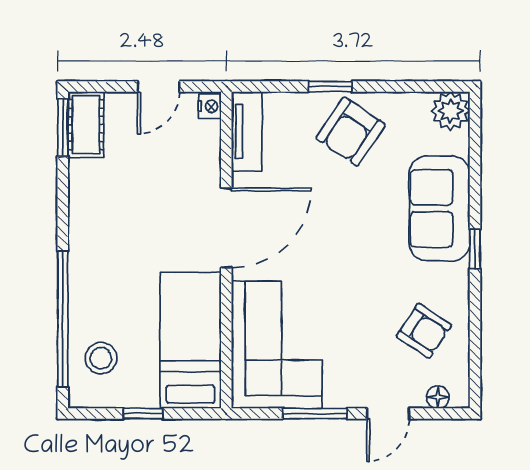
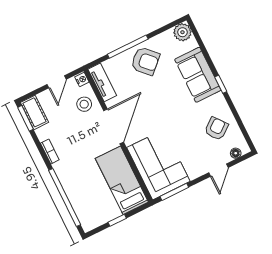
window: (330, 87) -> (128, 47), width x2.17
armchair: (351, 131) -> (145, 61), turned -78
bookcase: (78, 215) -> (50, 151), added
armchair: (424, 331) -> (216, 129), turned -72
stool: (101, 358) -> (84, 104), moved
window: (315, 414) -> (174, 192), moved

